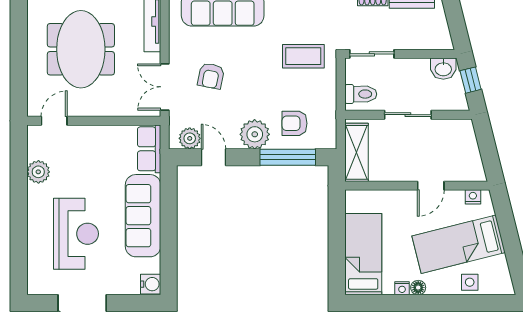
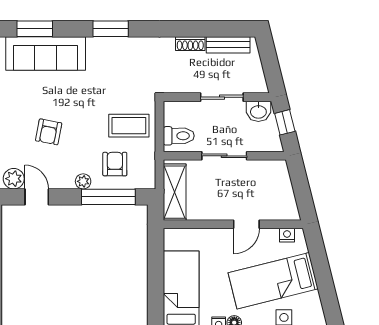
sliding door: (372, 54) -> (222, 97), moved
coffee table: (303, 56) -> (129, 126), moved
armchair: (211, 76) -> (49, 132), moved
armchair: (295, 123) -> (115, 164), turned 90
plant: (255, 134) -> (83, 181), width x0.53, depth x0.53

